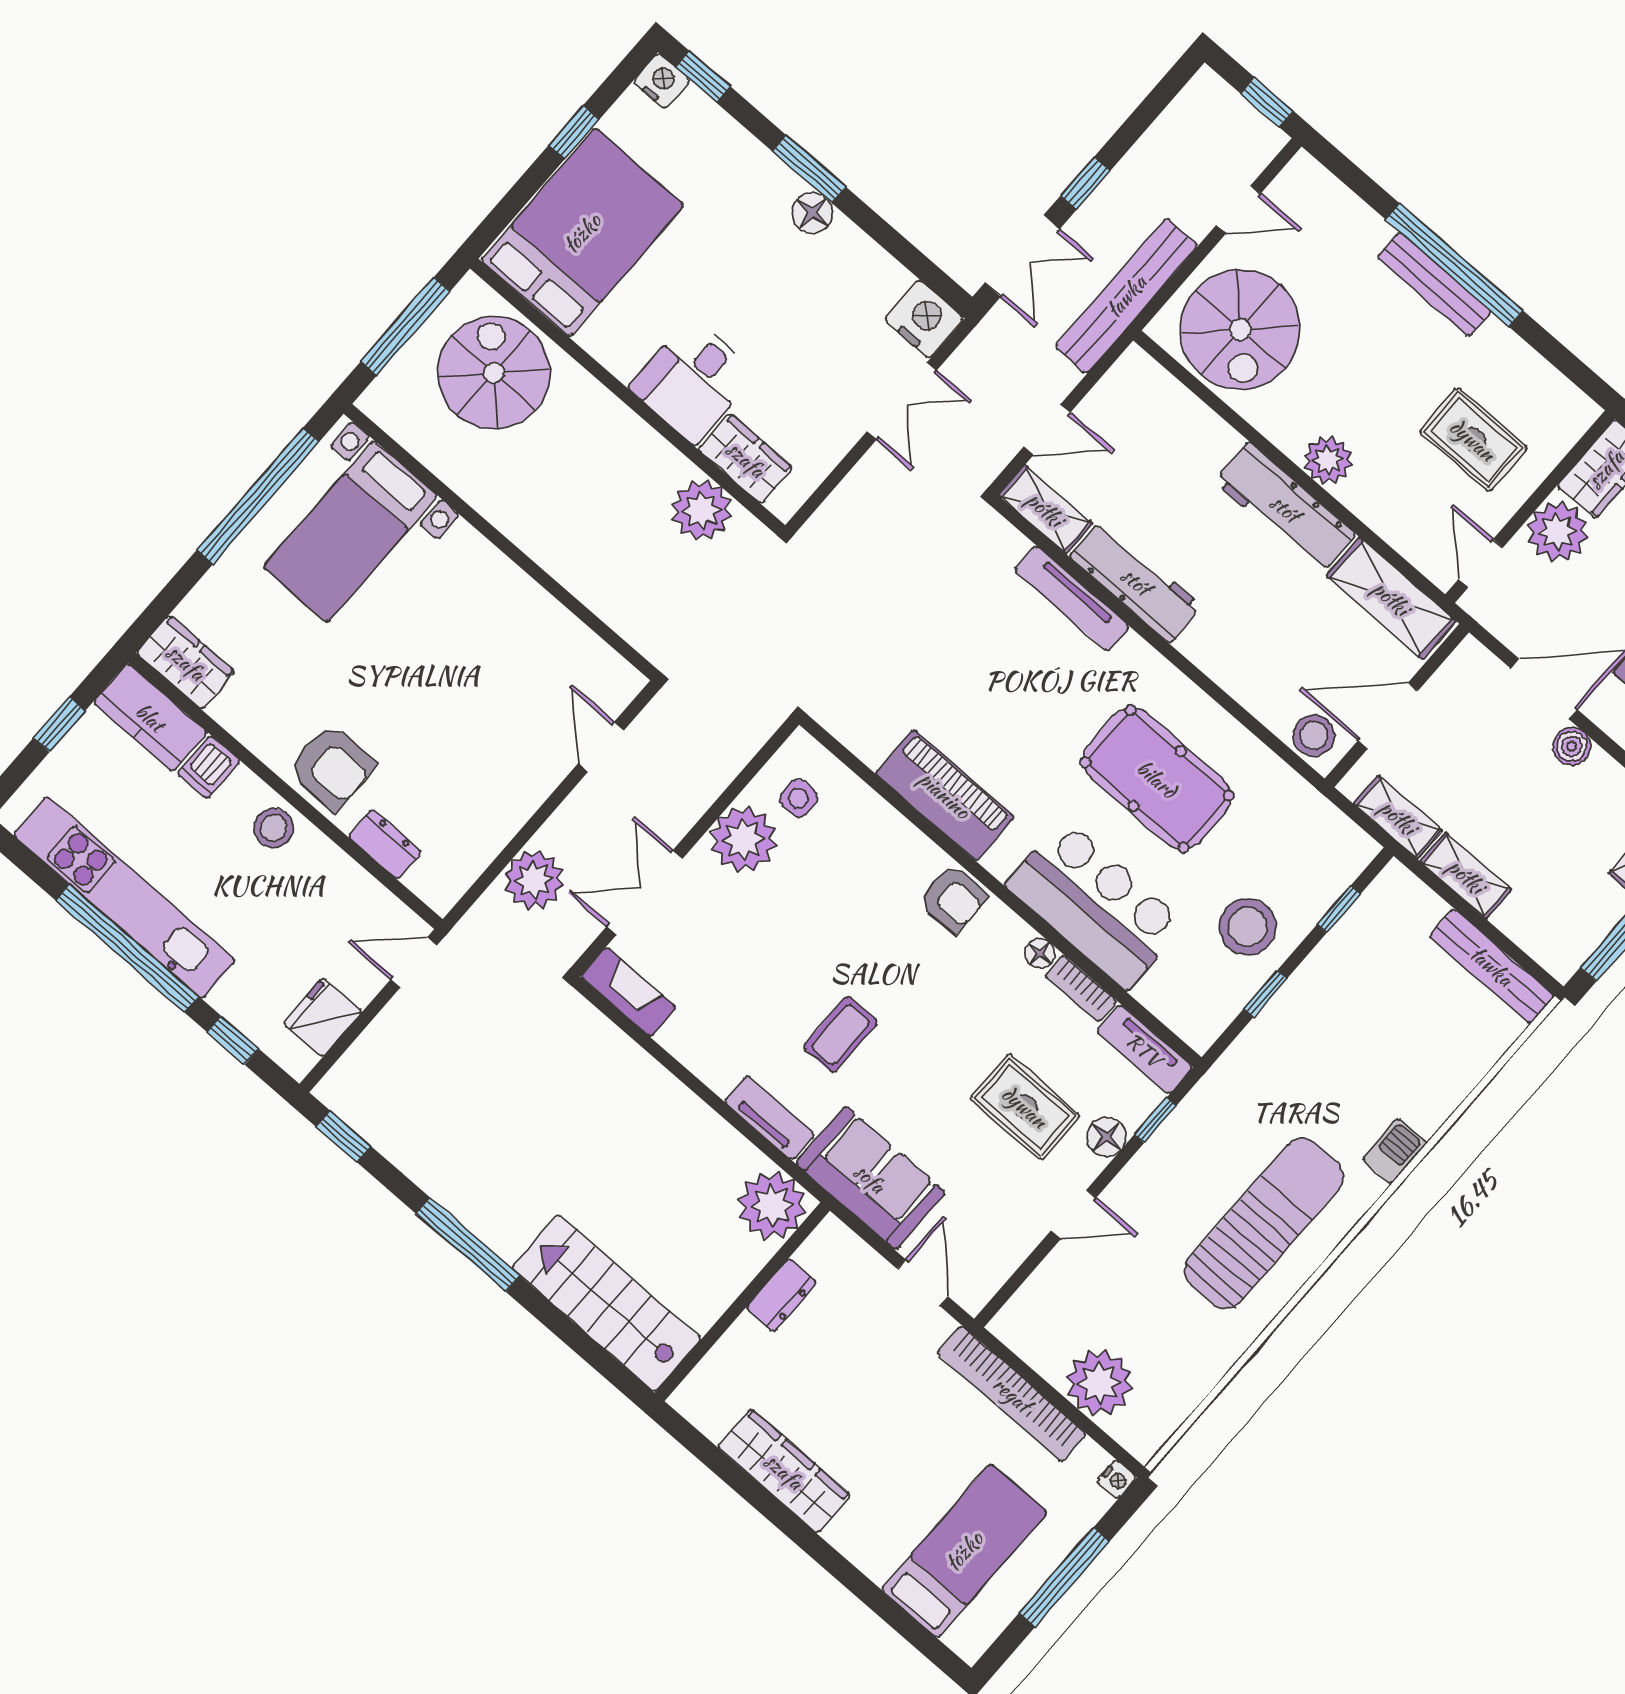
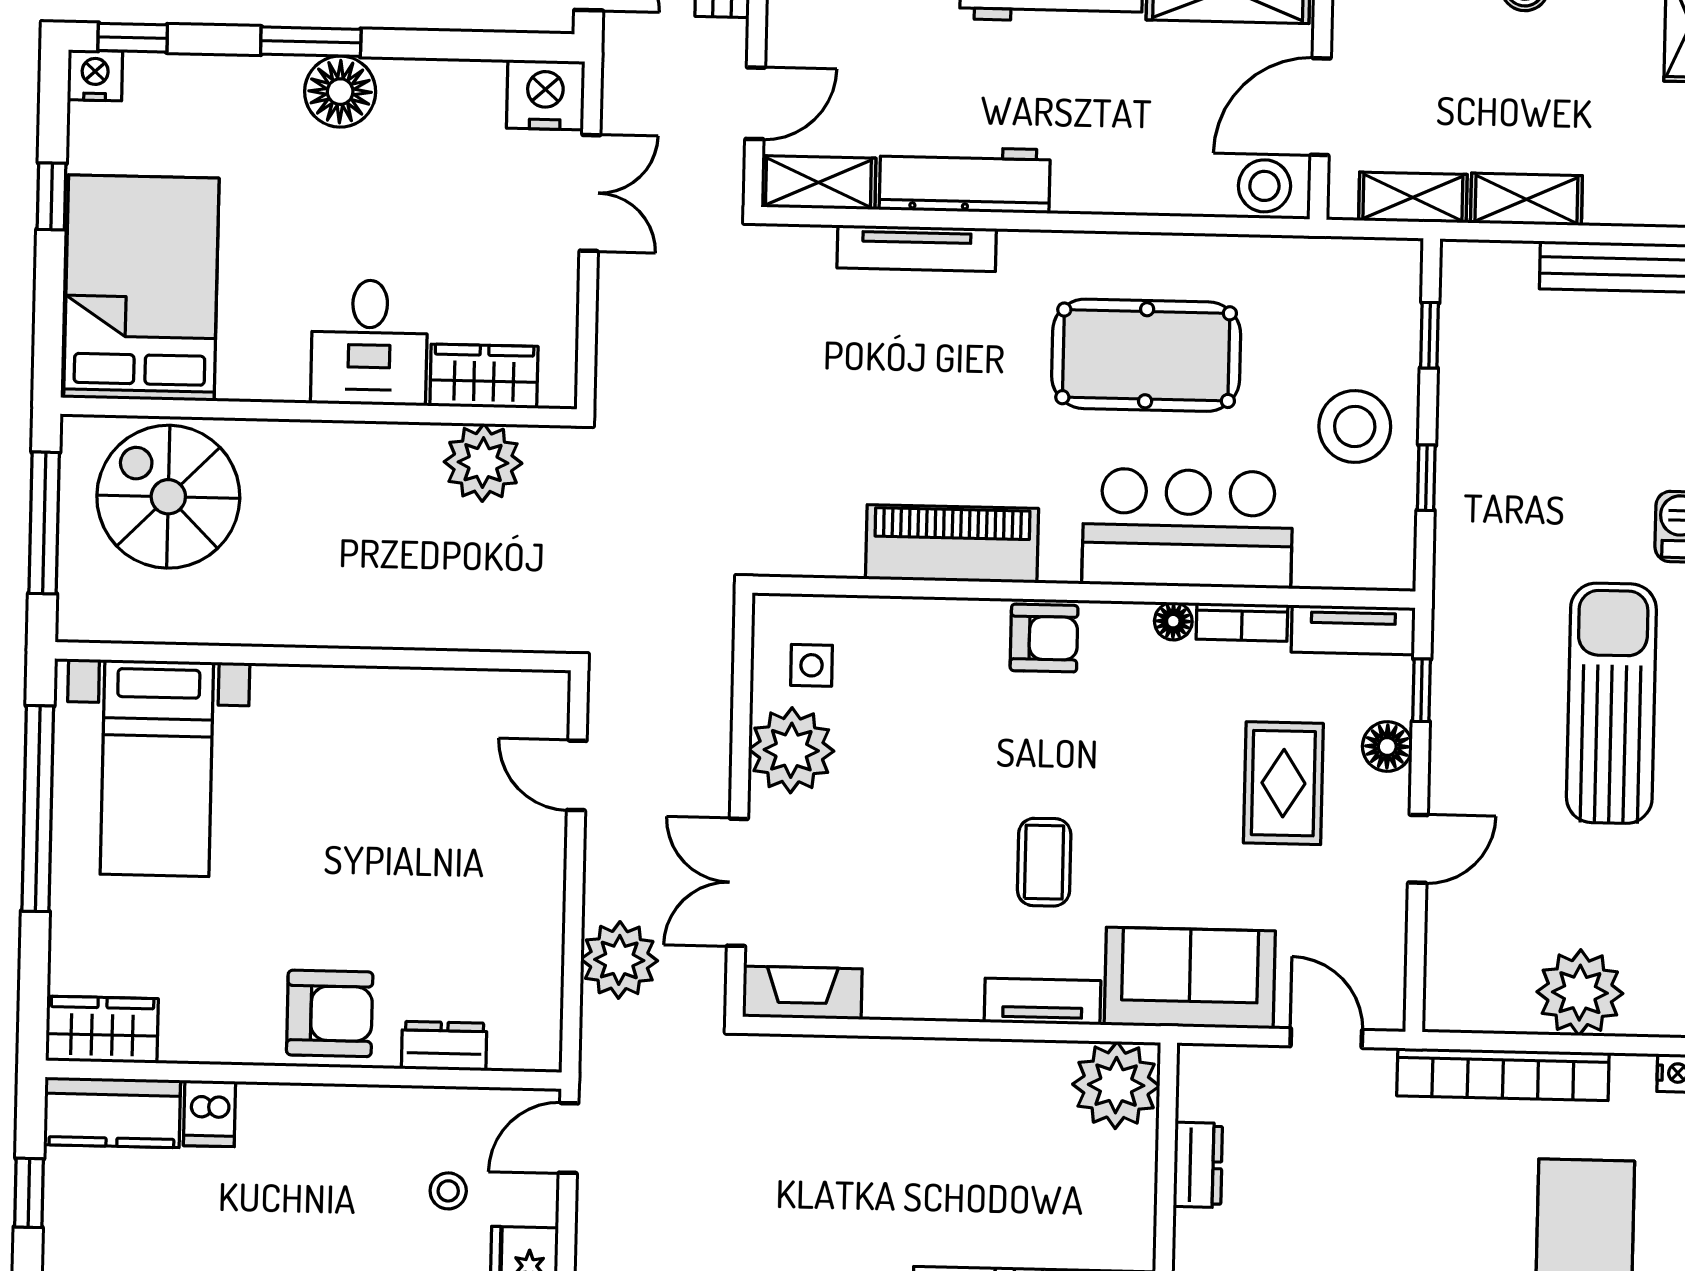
floor lamp: (812, 213) -> (340, 92), width x1.38, depth x1.38
stool: (274, 828) -> (448, 1191), moved, width x0.73, depth x0.73
rug: (1025, 1107) -> (1283, 783), turned 90

